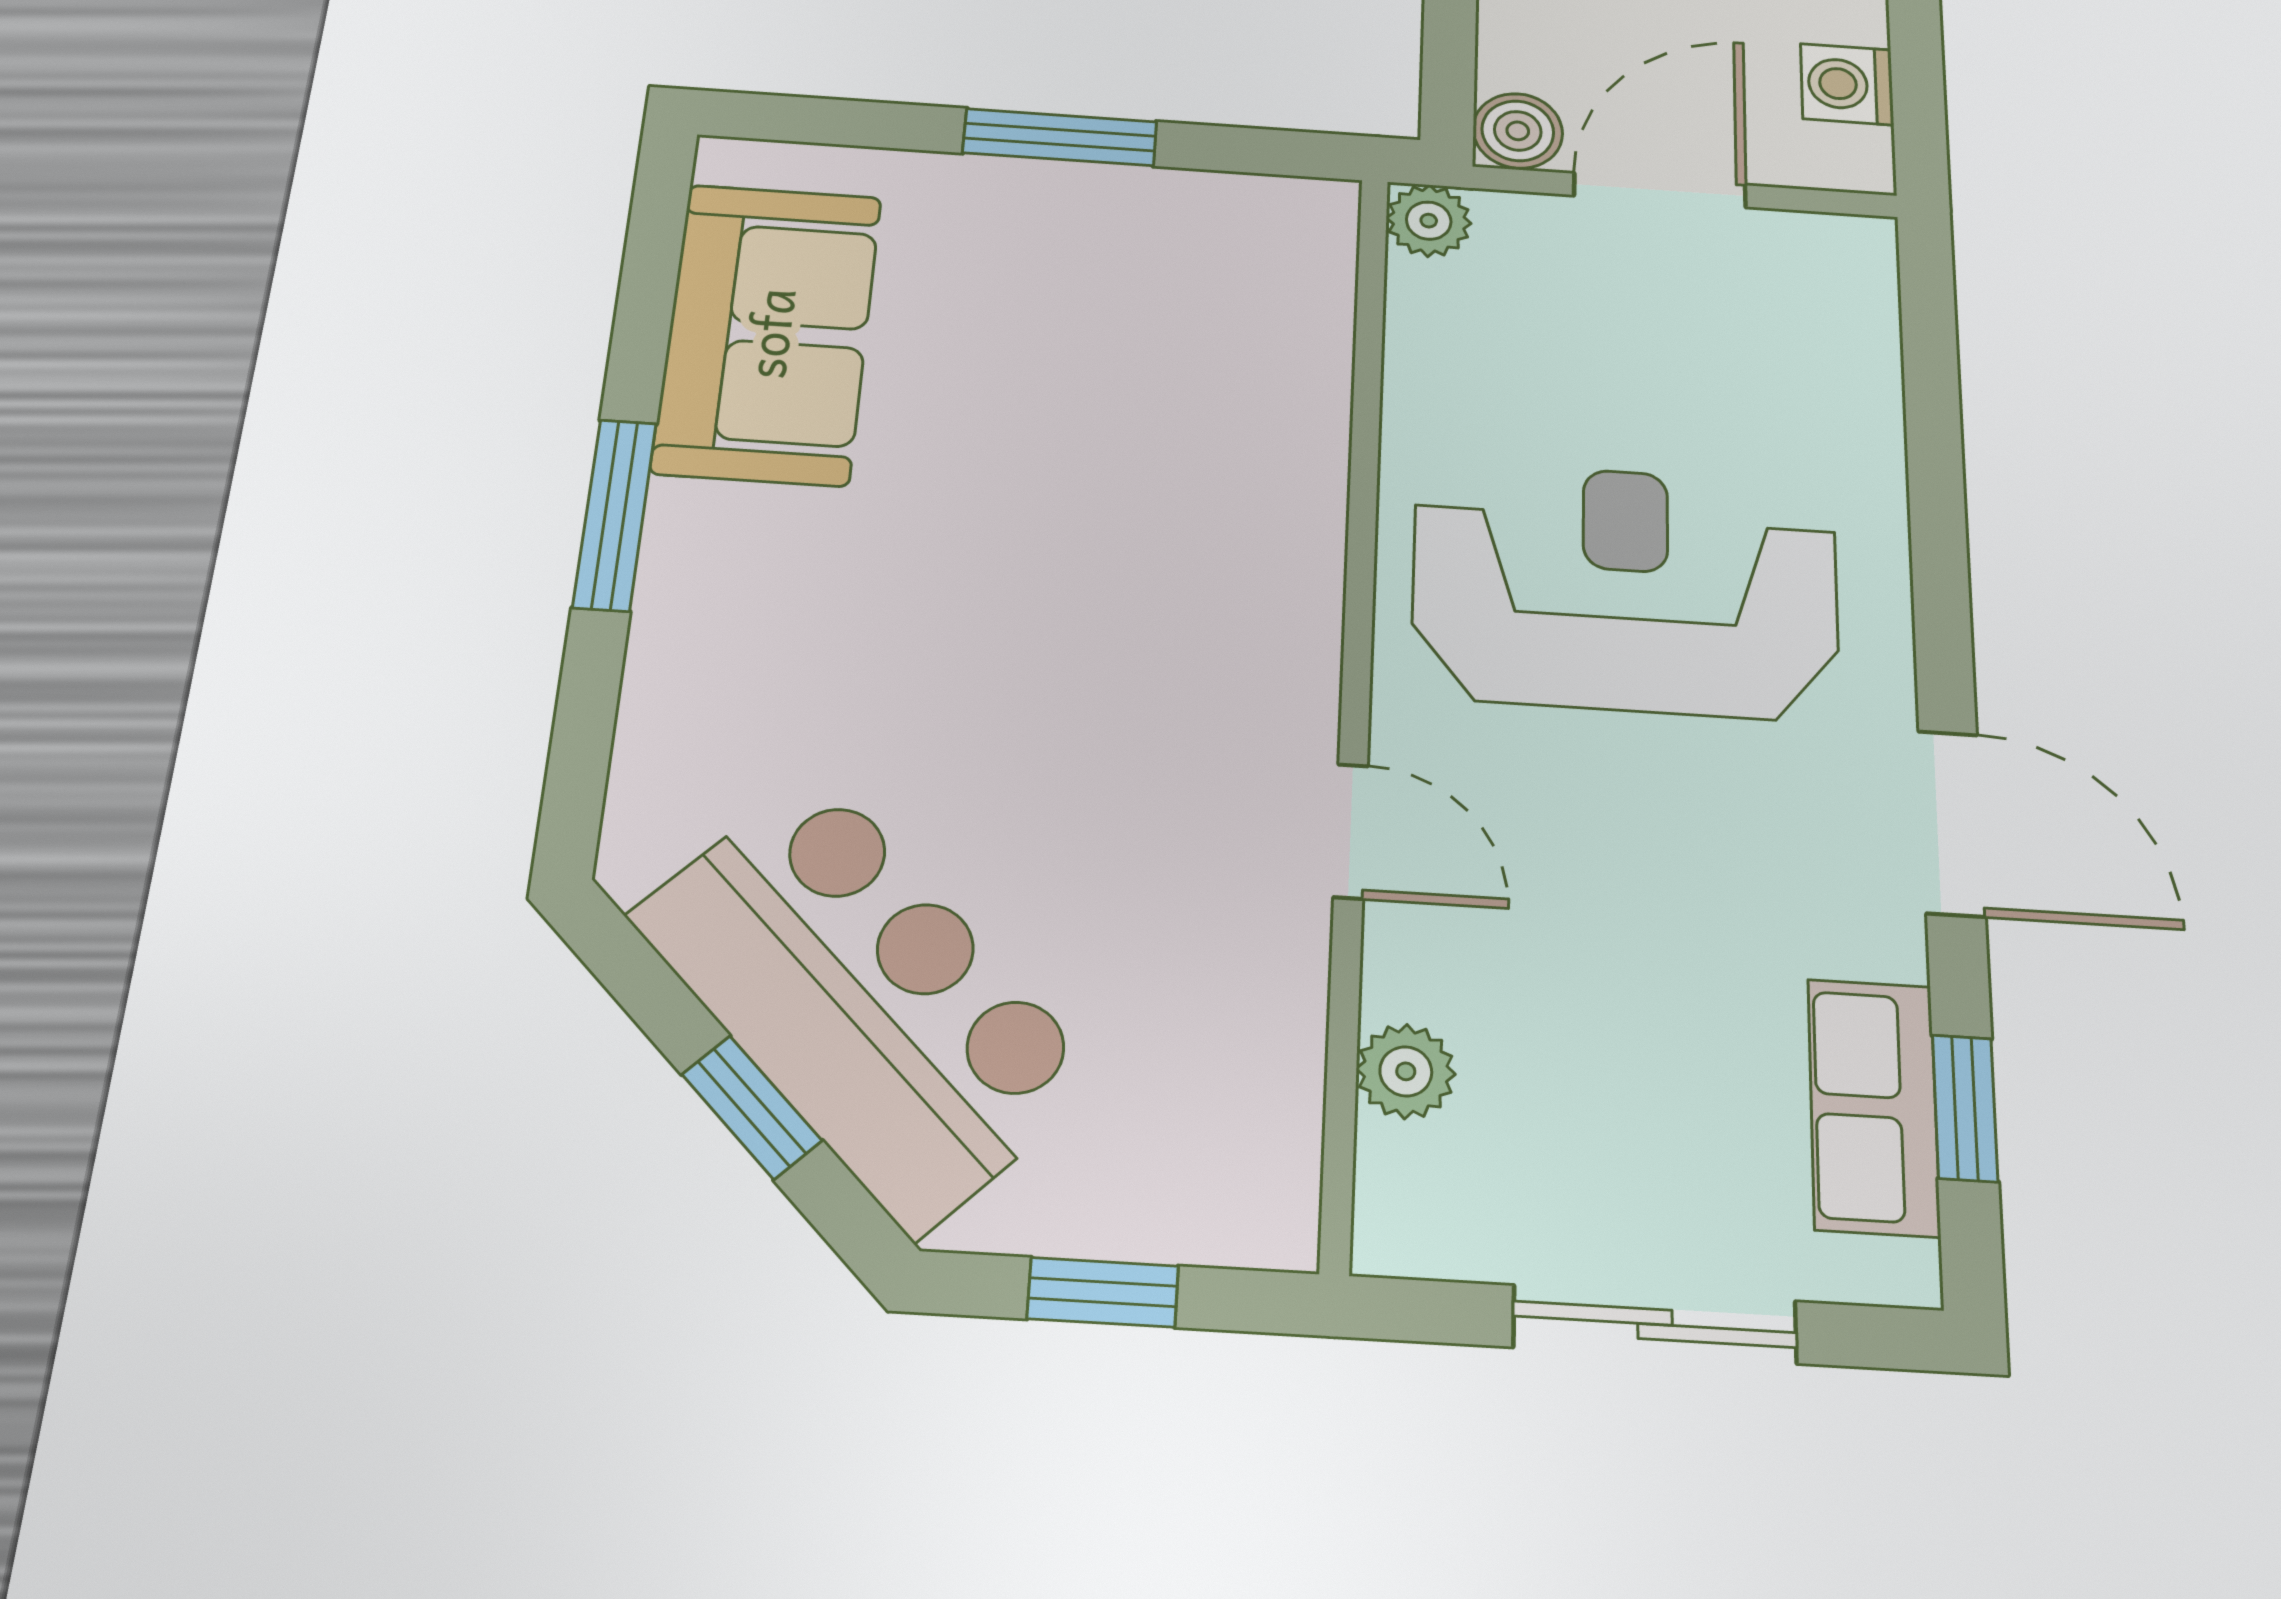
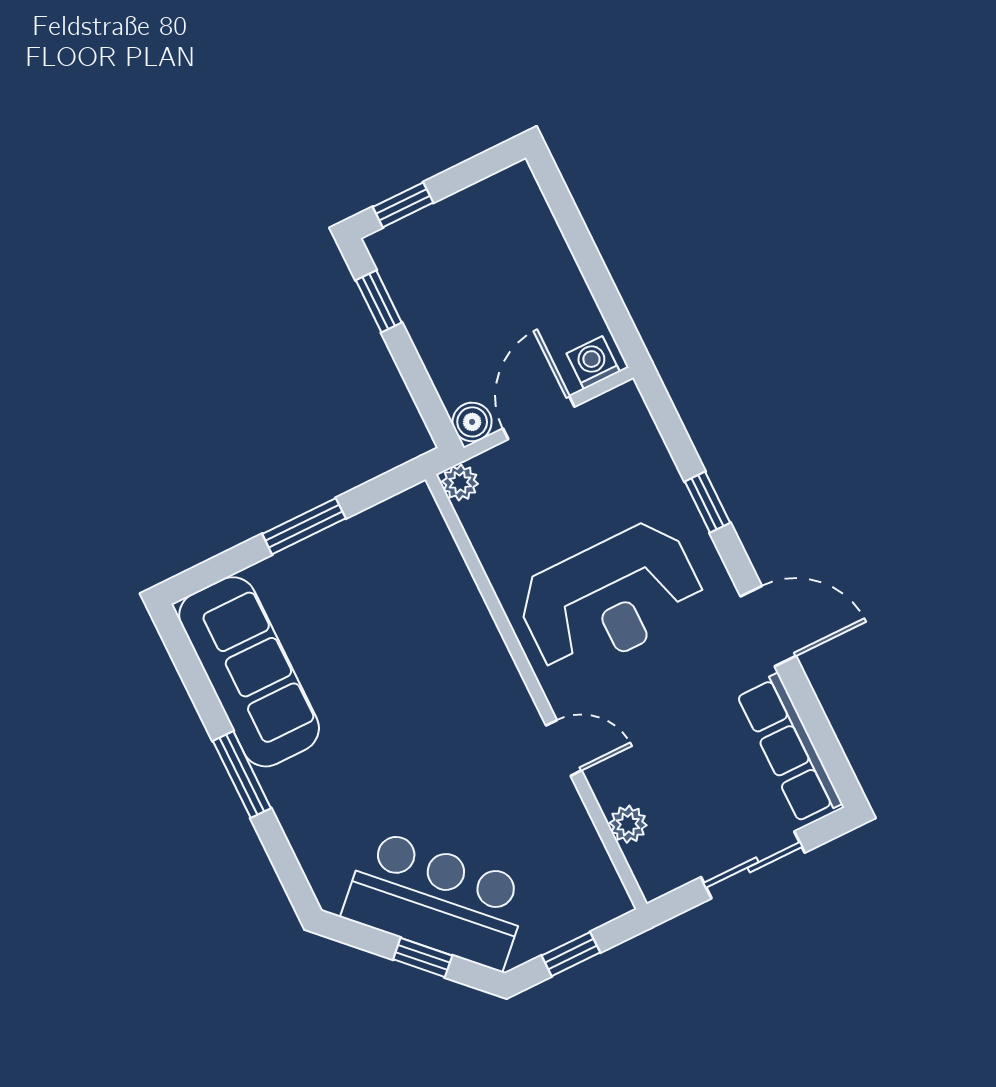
washing machine: (1847, 84) -> (593, 363), moved, turned 90
sofa: (768, 333) -> (249, 672), width x1.36
reception desk: (1625, 589) -> (611, 598), turned 180
row of seats: (1873, 1107) -> (789, 748), width x1.48
window: (1965, 1108) -> (708, 502), moved

